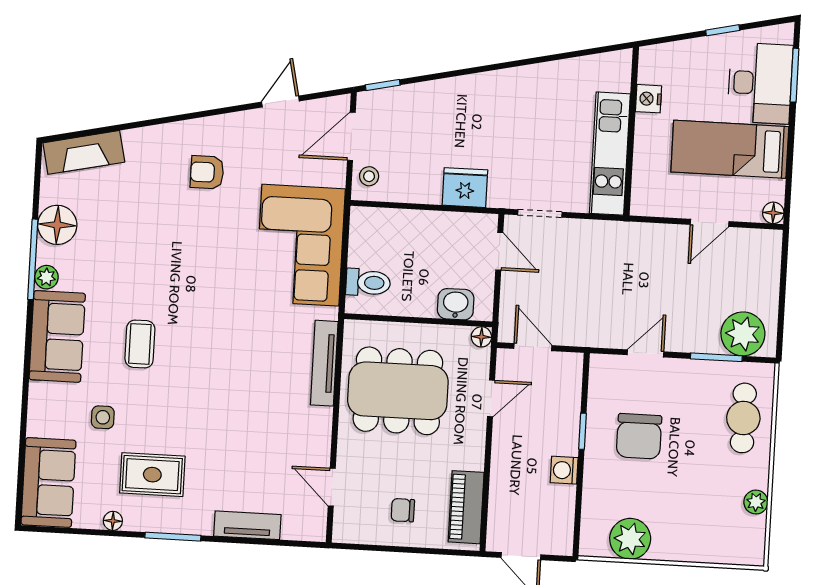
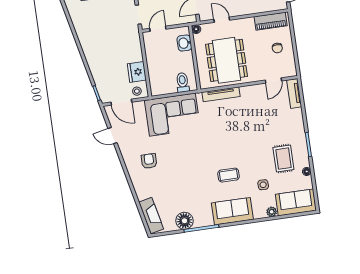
armchair: (207, 172) -> (149, 161), turned 180
fridge: (465, 188) -> (137, 72), moved
plant: (46, 277) -> (272, 212), moved
tv unit: (247, 525) -> (294, 93), moved

